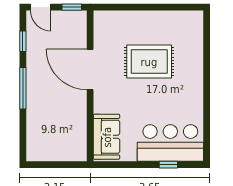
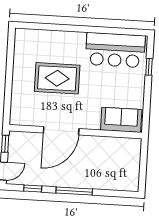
rug: (149, 62) -> (57, 78), turned 90
bar counter: (170, 143) -> (115, 50), moved, turned -90

